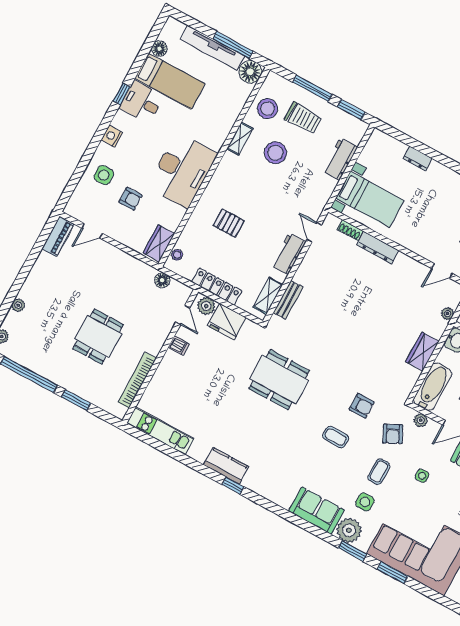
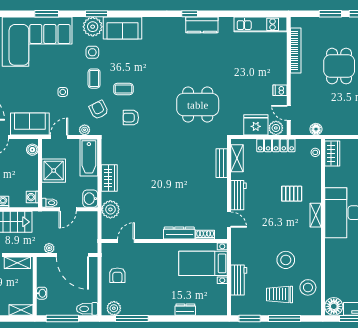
shelving: (240, 139) -> (316, 215), moved
plant: (447, 314) -> (110, 209), width x1.88, depth x1.88
coffee table: (336, 437) -> (123, 89), moved
window: (352, 551) -> (97, 14), moved

